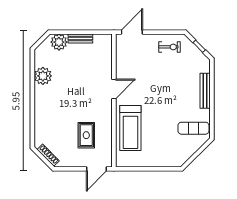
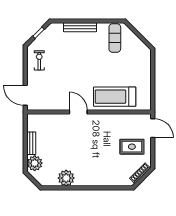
treadmill: (130, 128) -> (115, 97), turned 180
rug: (86, 135) -> (132, 147), moved

